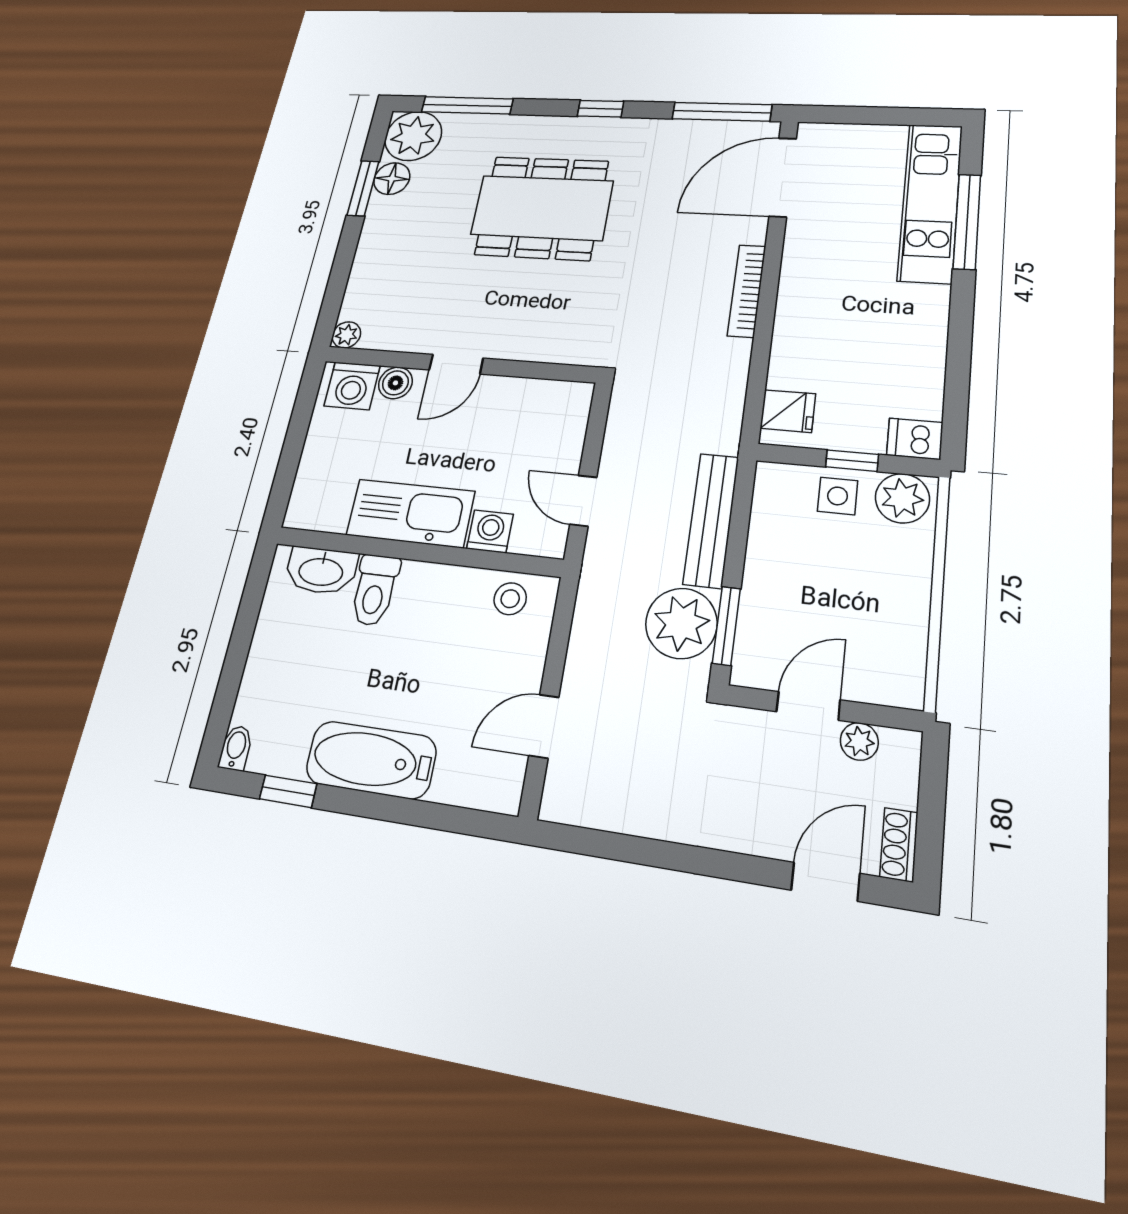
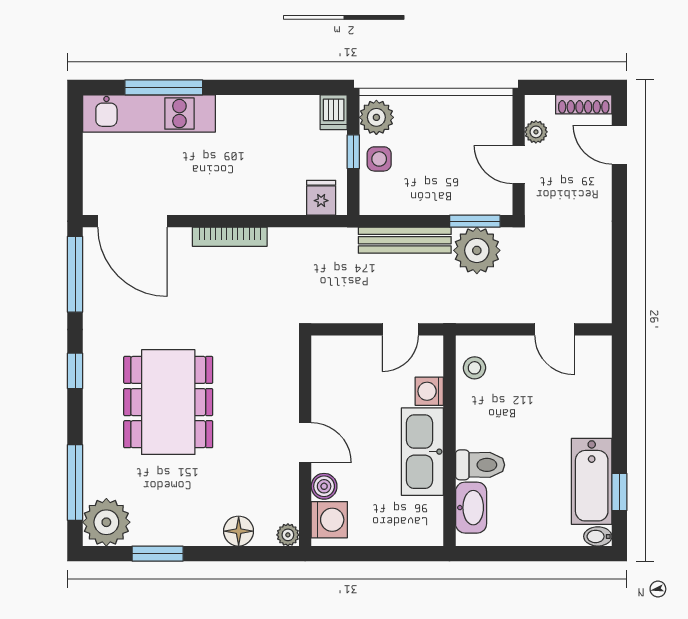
floor lamp: (392, 179) -> (239, 531), moved
bathtub: (371, 760) -> (592, 481), moved
shoe rack: (899, 845) -> (584, 104), width x1.43

